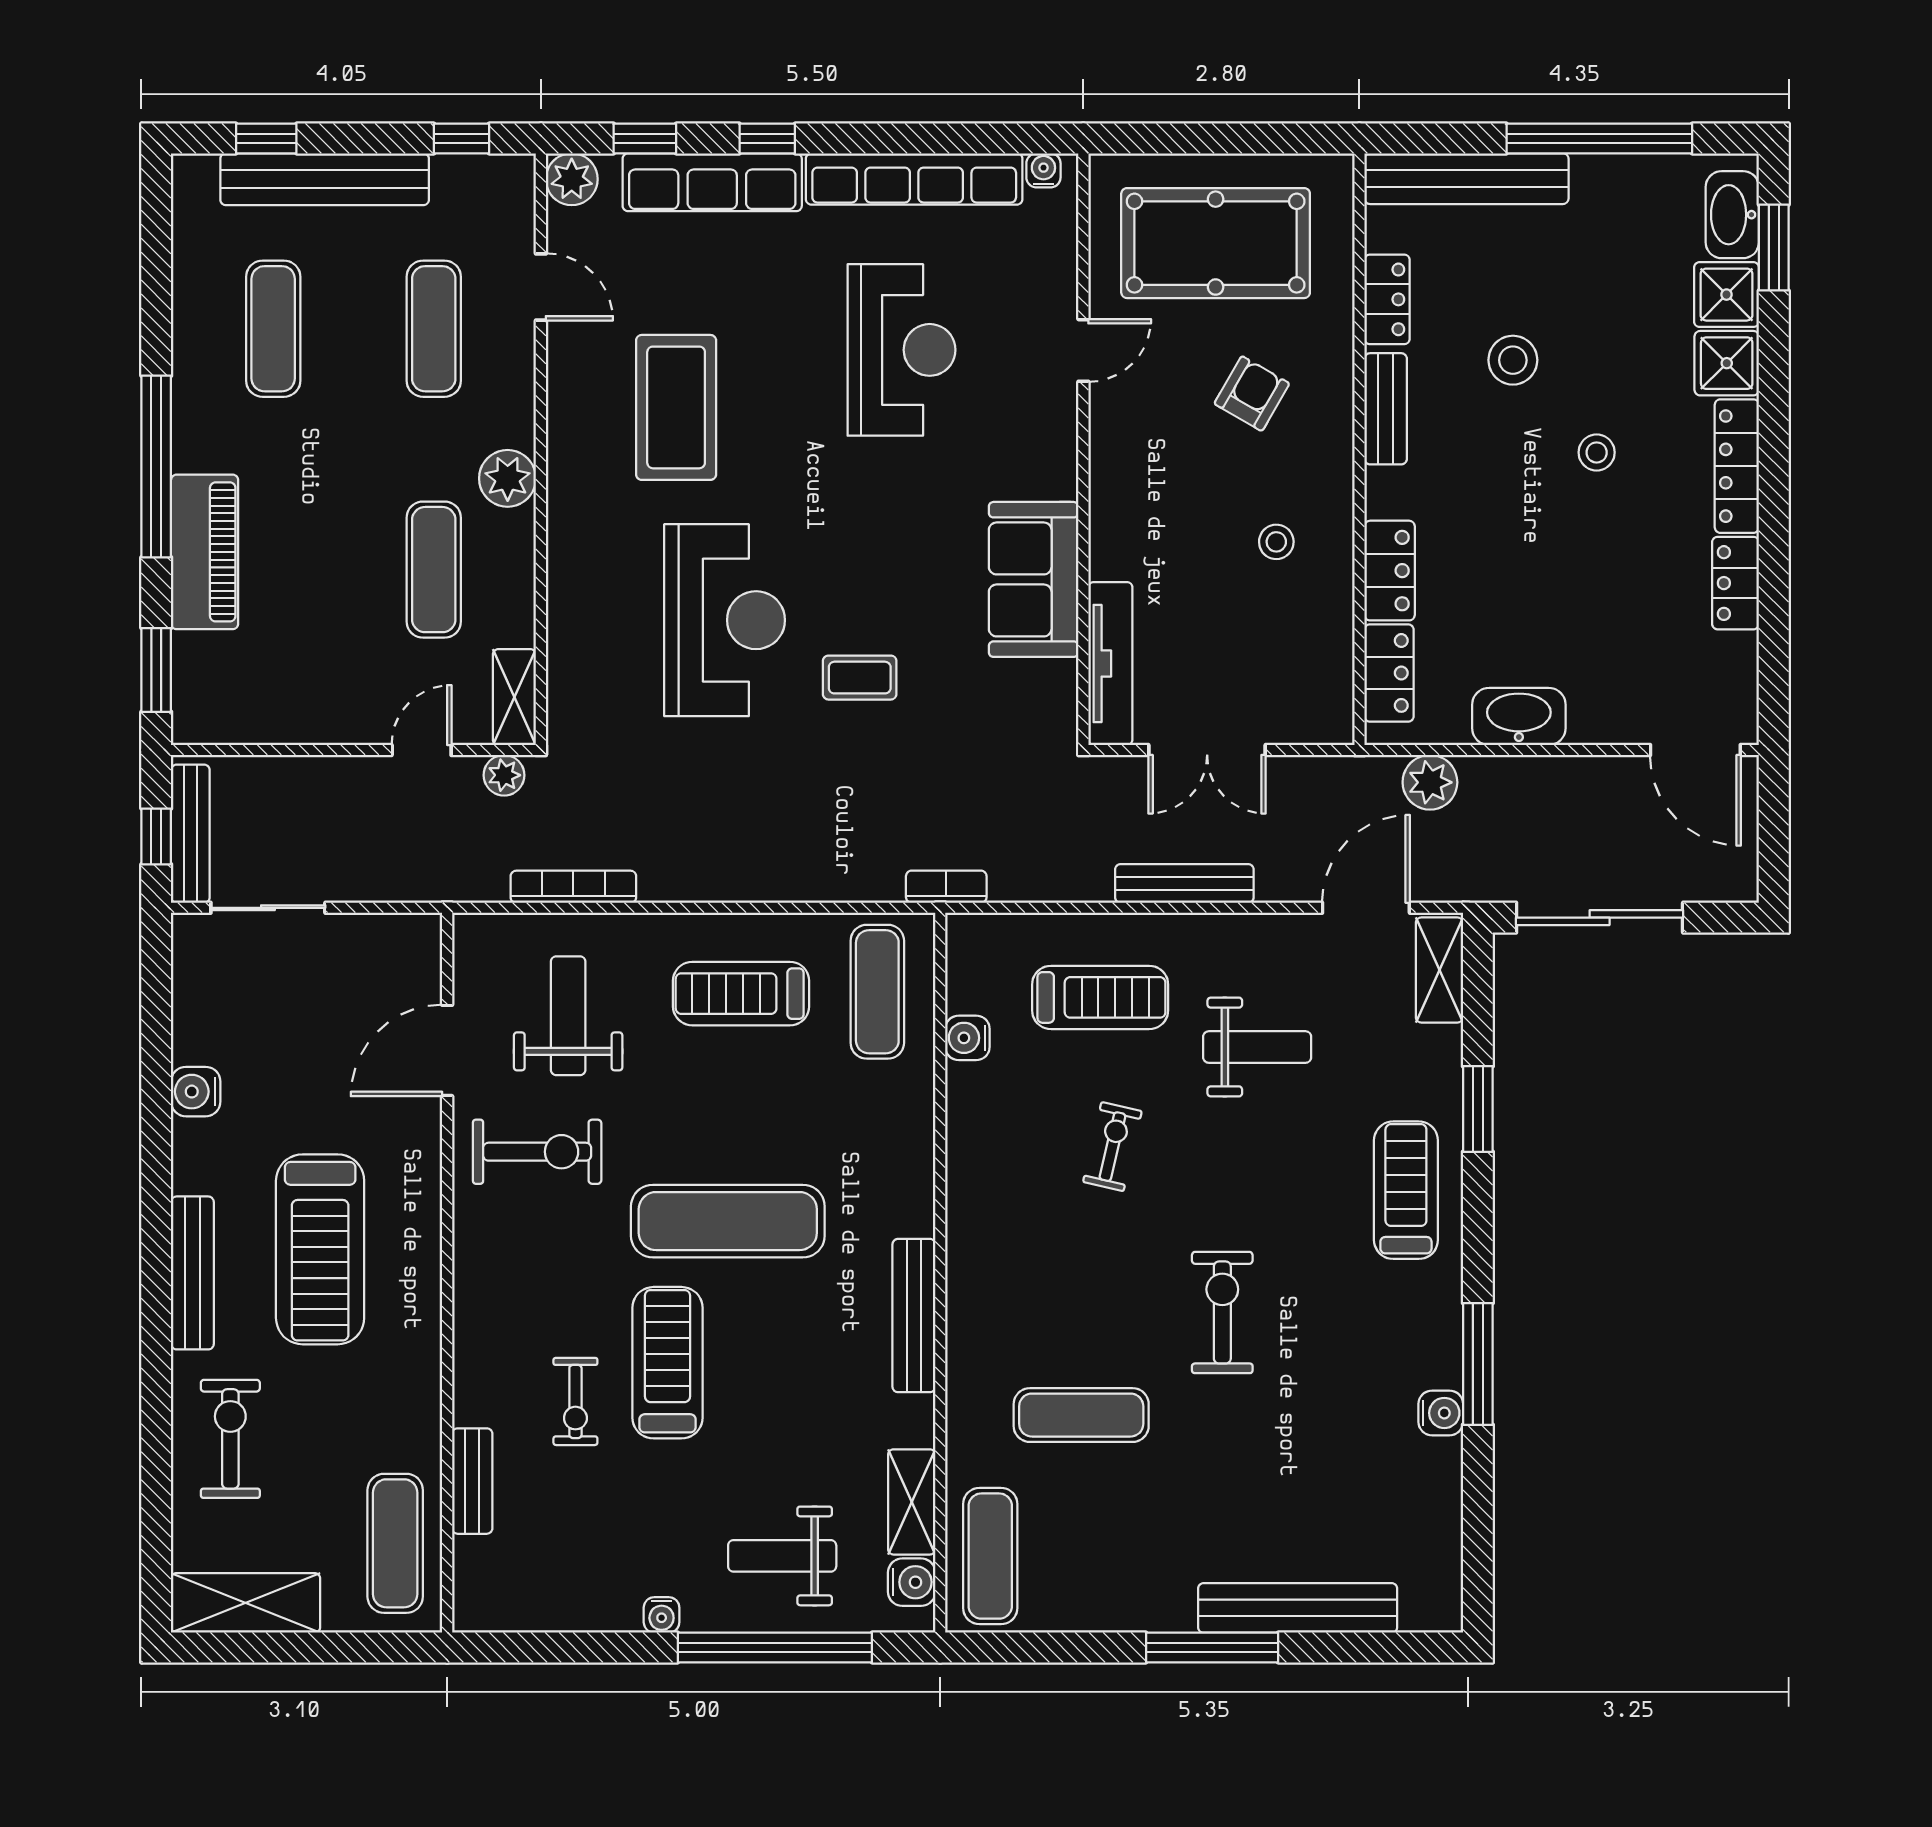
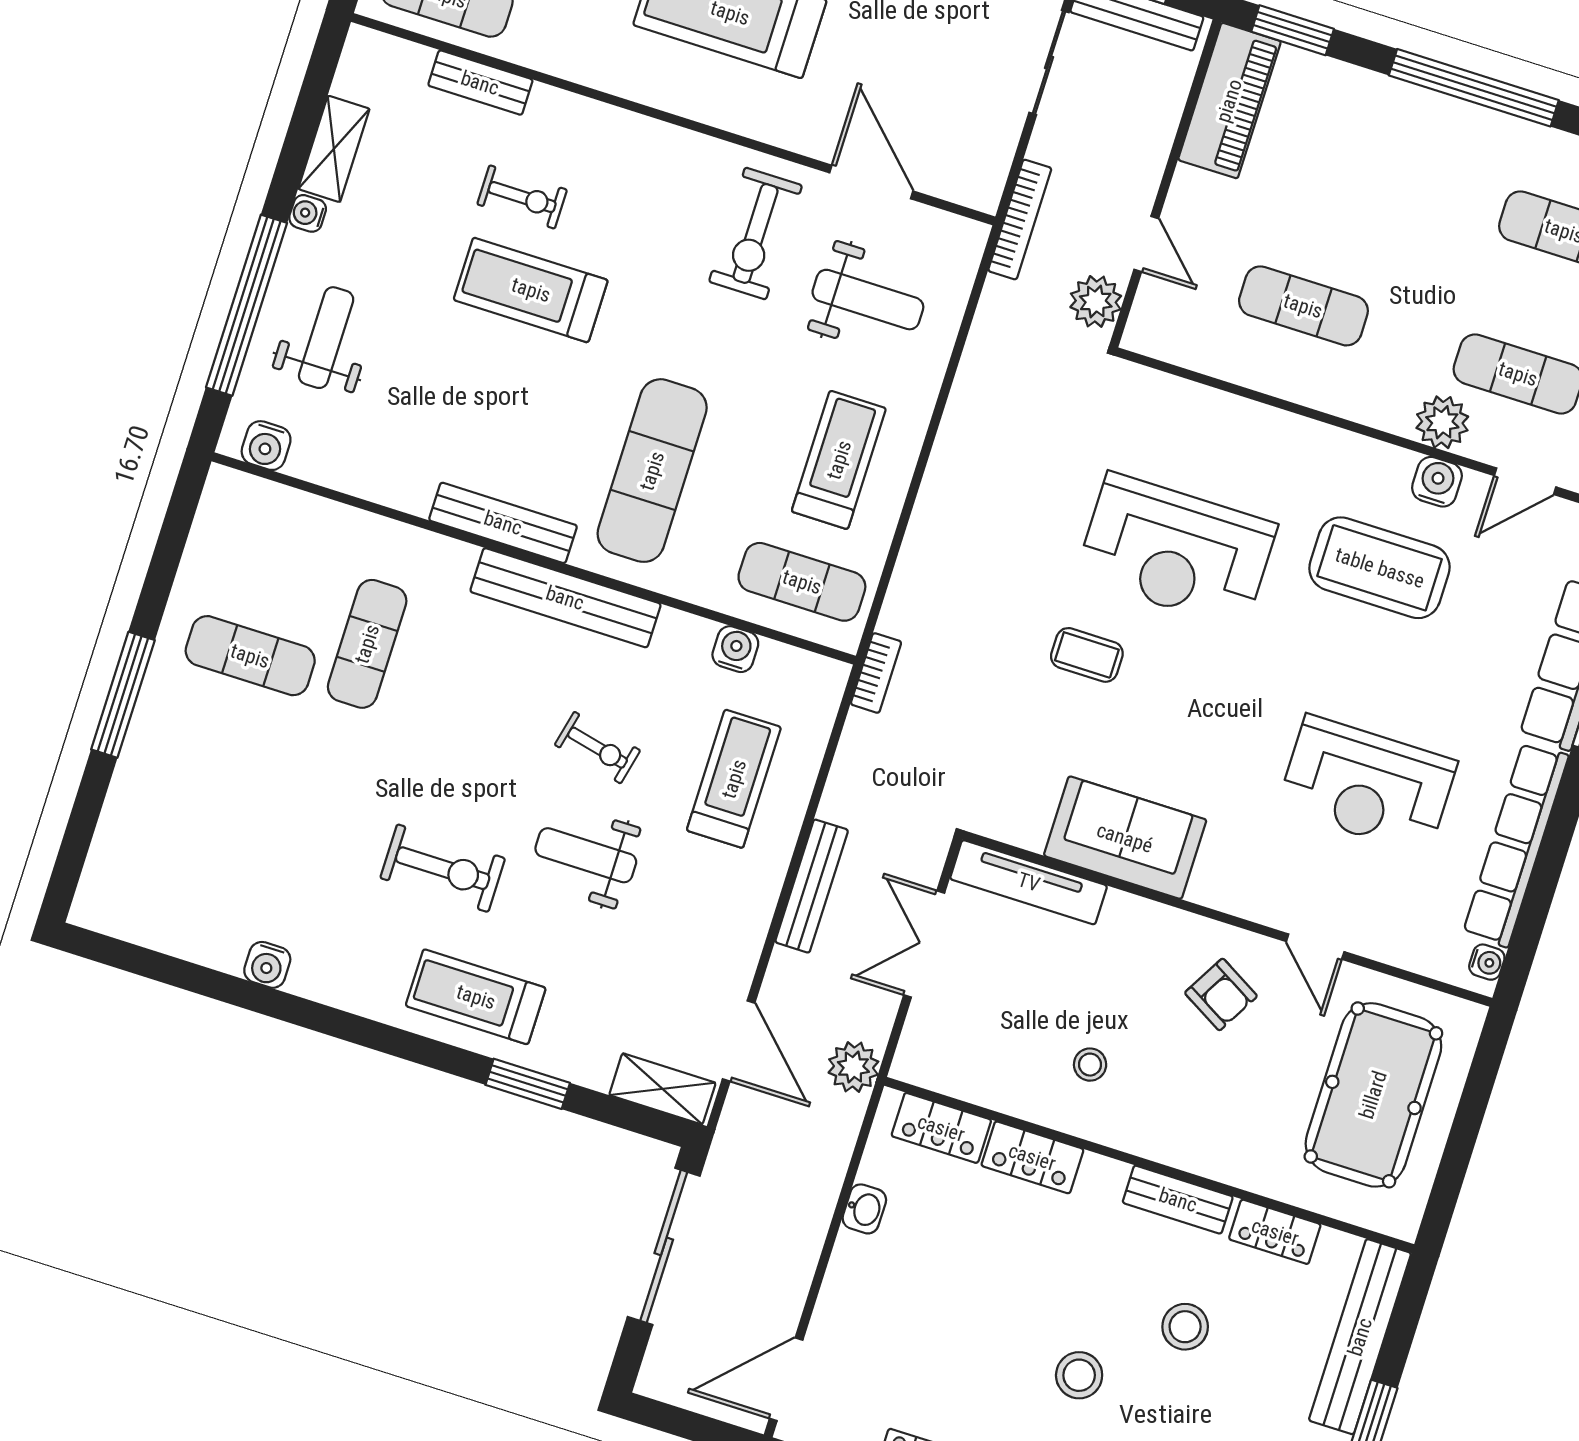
water cooler: (570, 377) -> (1437, 482), added
armchair: (1252, 394) -> (1221, 994), moved
stool: (1597, 452) -> (1079, 1375), width x1.37, depth x1.37
plant: (508, 478) -> (1442, 422), moved
piano: (205, 552) -> (1229, 101), moved, turned -90
coffee table: (860, 678) -> (1087, 655), turned 90
shelving: (514, 697) -> (1167, 342), removed
washbasin: (1519, 716) -> (864, 1209), width x0.52, depth x0.69
plant: (504, 775) -> (1096, 301), width x1.38, depth x1.38
plant: (1430, 782) -> (853, 1067), moved
bookcase: (573, 887) -> (1020, 220), moved
treadmill: (1100, 997) -> (734, 779), turned 180
weight bench: (1257, 1047) -> (586, 855), moved, turned 90
treadmill: (1406, 1190) -> (476, 997), turned 180
exercise mat: (728, 1221) -> (652, 471), moved
exercise bike: (1222, 1312) -> (443, 868), moved
treadmill: (667, 1363) -> (531, 290), turned 180
window: (1478, 1364) -> (301, 1012), removed
exercise bike: (575, 1401) -> (522, 197), turned 180
shelving: (912, 1502) -> (334, 149), moved, turned 90
exercise mat: (990, 1556) -> (250, 656), moved
bench: (1298, 1608) -> (565, 598), moved, turned 90

